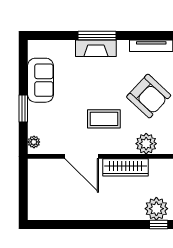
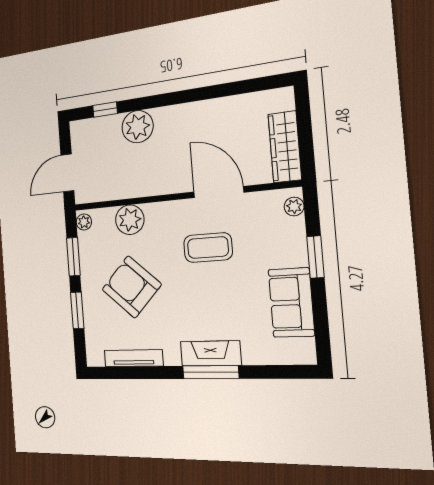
coffee table: (104, 119) -> (208, 248), moved
wardrobe: (126, 167) -> (285, 147), moved, turned -90
plant: (156, 209) -> (137, 127), moved

